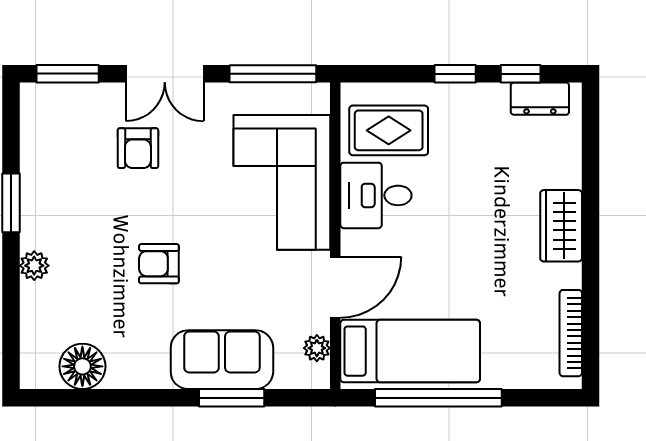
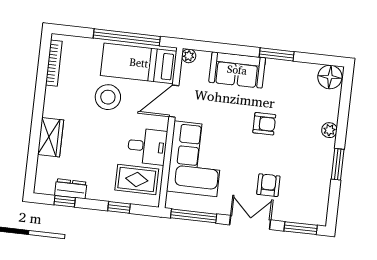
window: (455, 74) -> (119, 207), moved
dresser: (540, 99) -> (71, 189), moved
wardrobe: (561, 226) -> (51, 137), moved
stool: (461, 280) -> (108, 97), added
plant: (317, 348) -> (189, 56), moved
floor lamp: (82, 366) -> (330, 77), moved
window: (232, 398) -> (277, 54), moved

